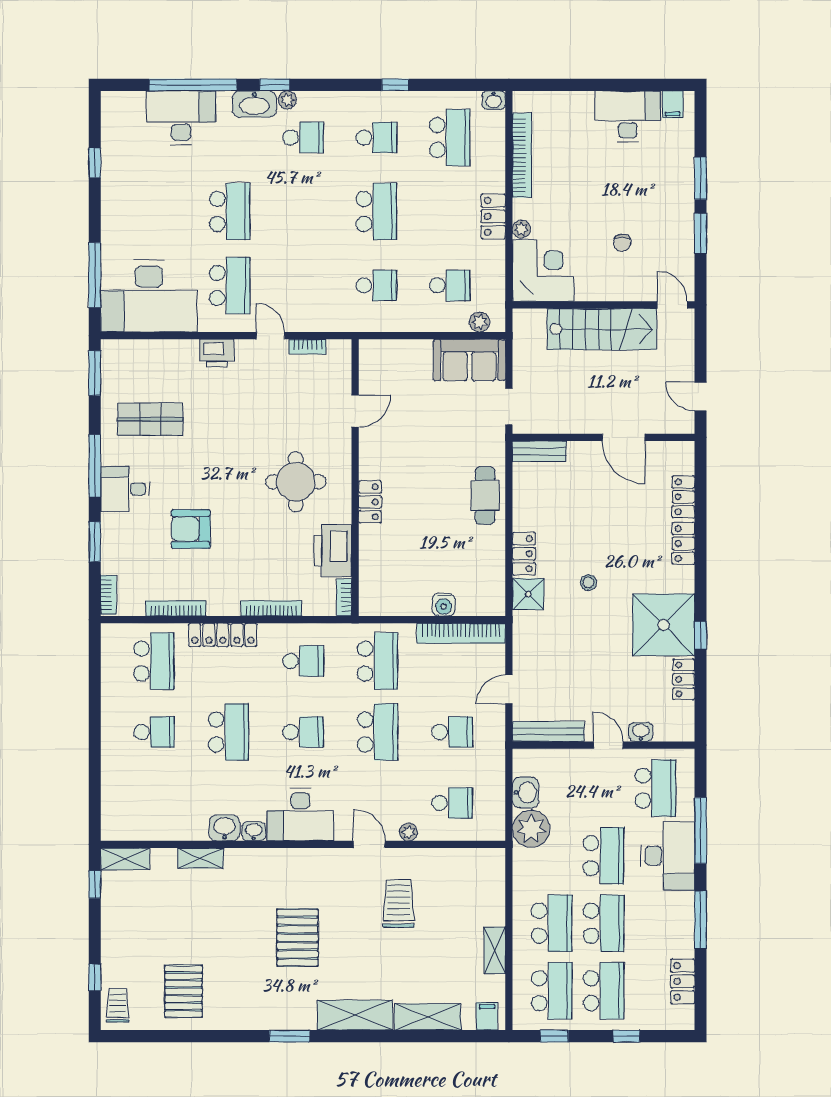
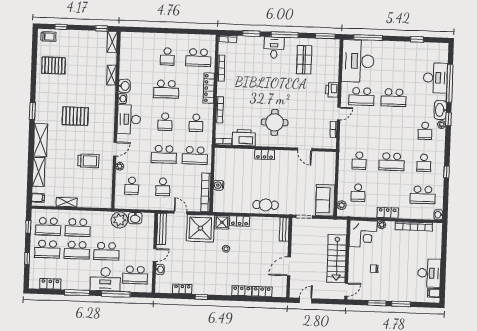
armchair: (191, 529) -> (256, 76), removed
shower: (664, 625) -> (200, 228), moved

